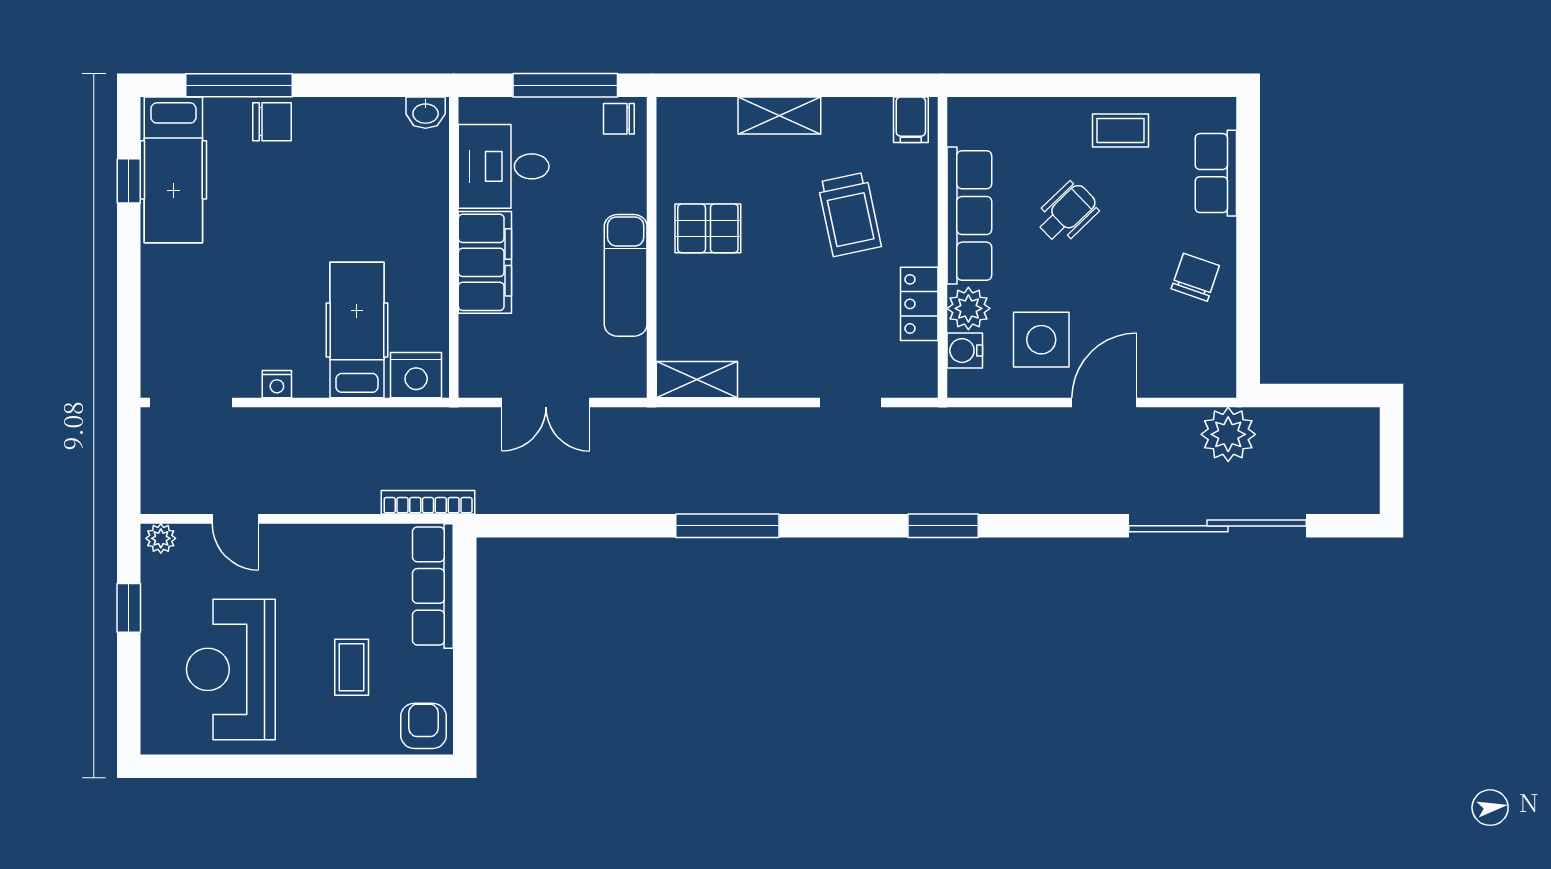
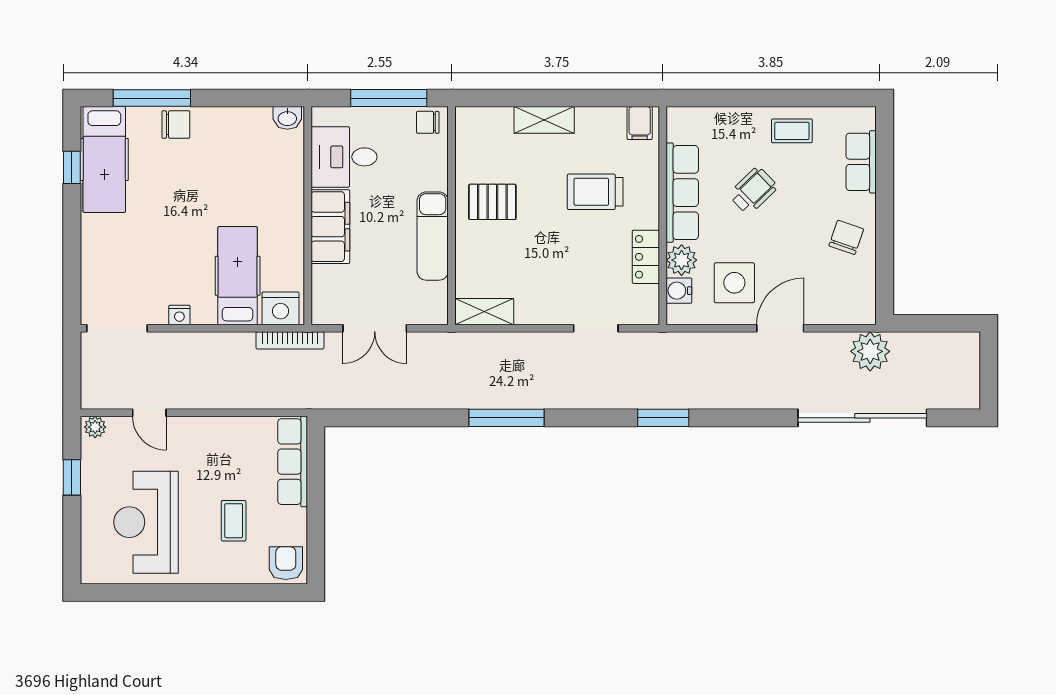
trolley: (849, 214) -> (595, 192), turned 102
bookcase: (428, 502) -> (290, 340), moved, turned 180

